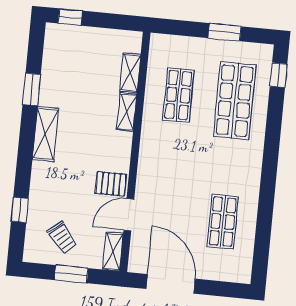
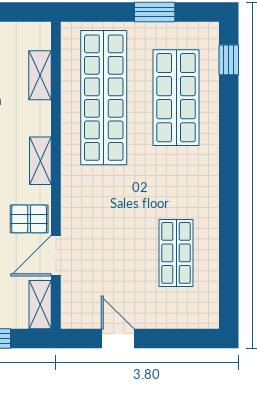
shop shelf: (178, 95) -> (104, 98), width x2.00, depth x1.36
shelving: (127, 112) -> (40, 161), moved
door: (171, 284) -> (118, 339), width x0.53

